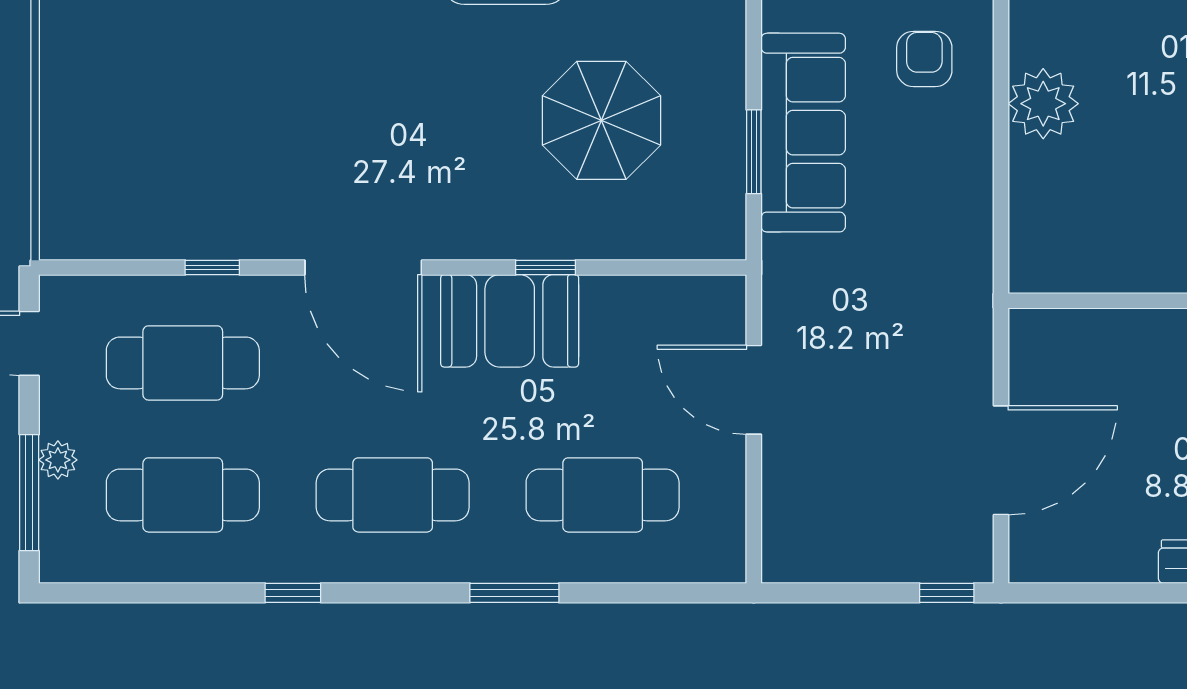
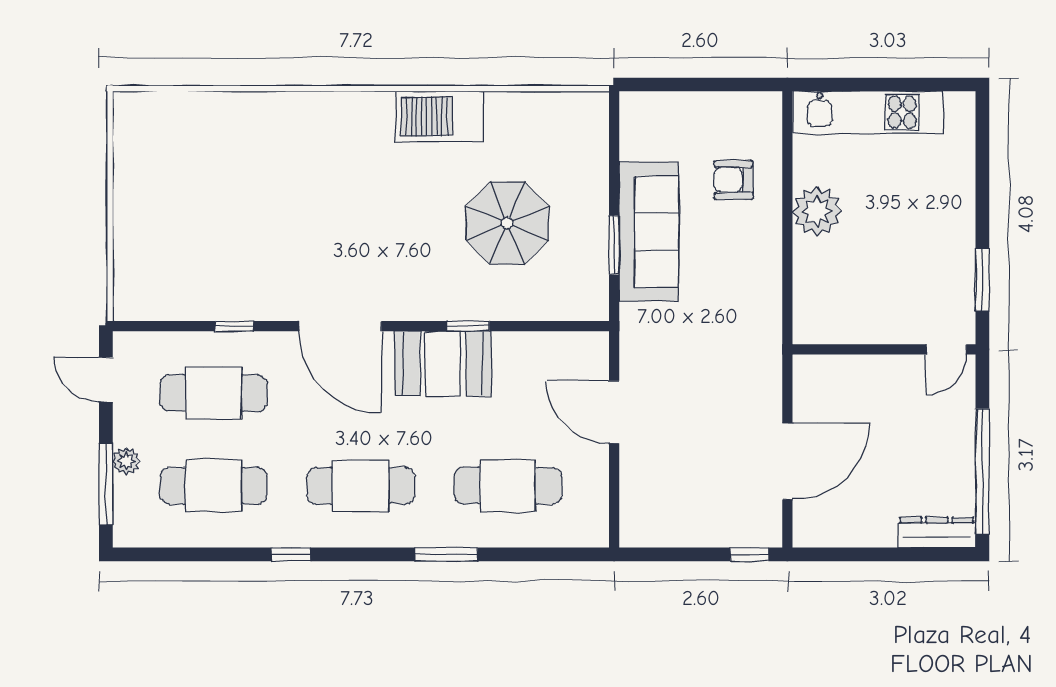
armchair: (924, 59) -> (734, 180), turned -90

